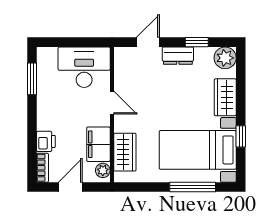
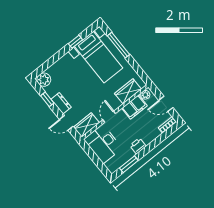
wardrobe: (225, 97) -> (86, 125), moved, turned 180
printer: (46, 141) -> (138, 146), moved

